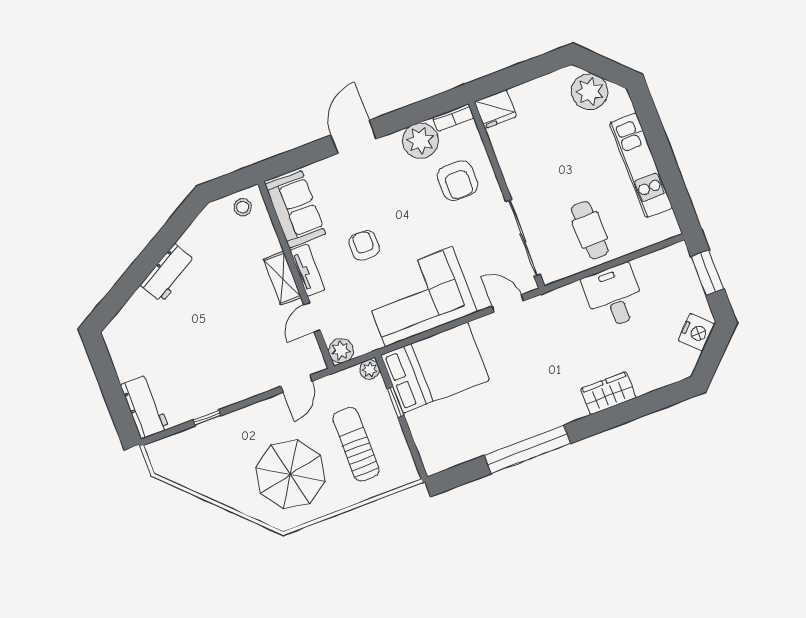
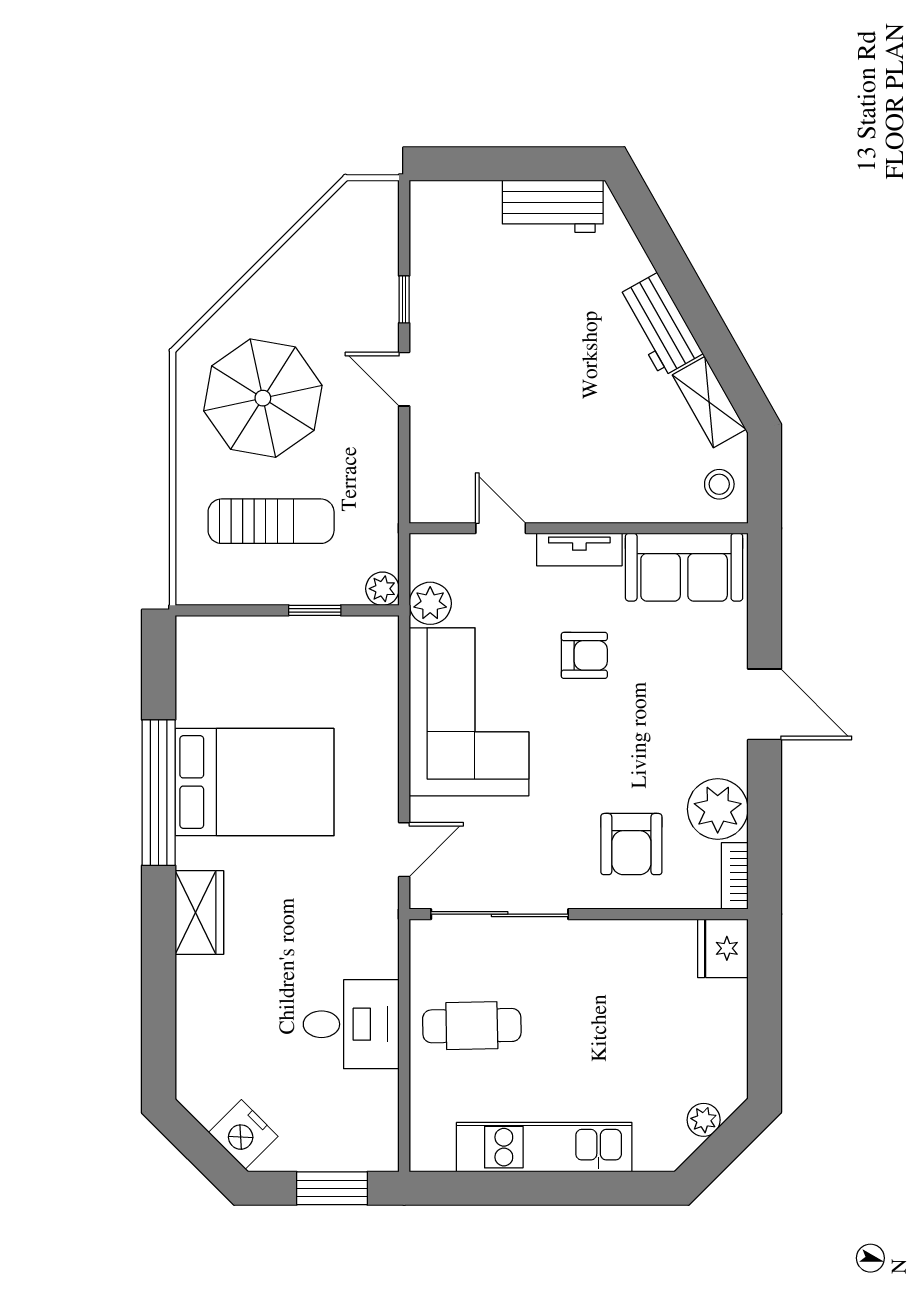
plant: (590, 92) -> (704, 1120), width x0.53, depth x0.53
armchair: (457, 181) -> (631, 844), turned -90
shelving: (282, 278) -> (709, 402), moved, turned 60
plant: (341, 351) -> (430, 603), moved
bed: (435, 368) -> (255, 782), moved, turned -90
door: (297, 384) -> (404, 379), moved
wardrobe: (608, 393) -> (199, 912), moved
workbench: (145, 407) -> (553, 206), moved

